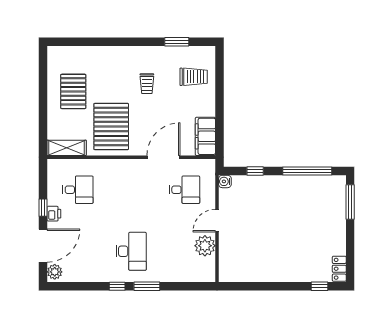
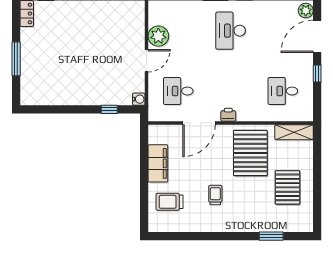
window: (177, 42) -> (271, 236), moved
filing cabinet: (205, 136) -> (158, 163), moved
window: (307, 171) -> (58, 109), removed
window: (350, 202) -> (16, 59), moved
printer: (54, 214) -> (228, 115), moved, turned 90

